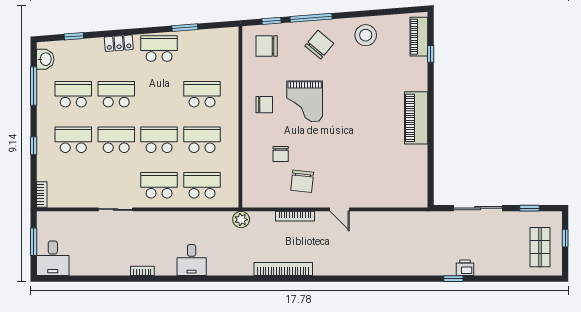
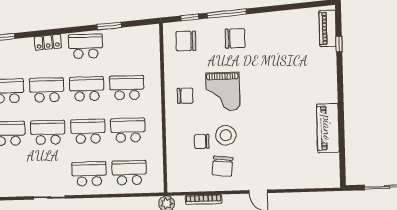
stool: (366, 35) -> (226, 135), moved
chair: (319, 45) -> (235, 38), turned 50
school desk: (159, 94) -> (87, 89), added
piano: (416, 118) -> (328, 128), moved
chair: (281, 154) -> (202, 141), turned 90
bookcase: (295, 216) -> (204, 199), moved

